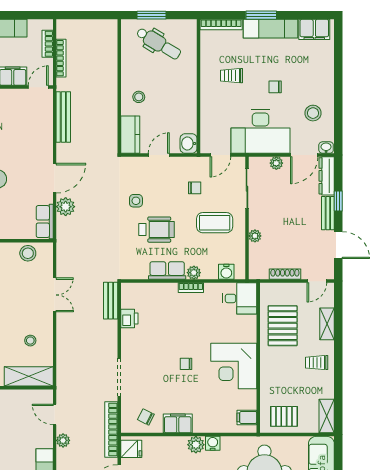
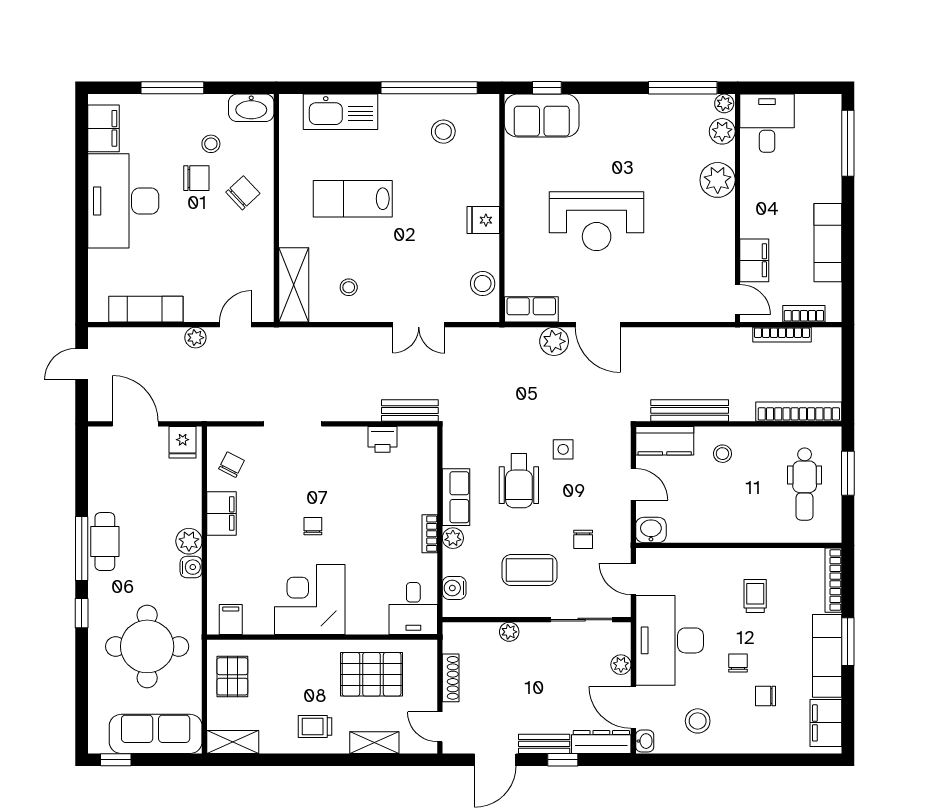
dental chair: (159, 43) -> (805, 484), turned -31
chair: (297, 69) -> (765, 696), added
bench: (63, 117) -> (690, 410), moved
coffee table: (215, 223) -> (530, 570), turned 90
trolley: (317, 363) -> (315, 727), turned -90
bookcase: (111, 429) -> (799, 412), moved

